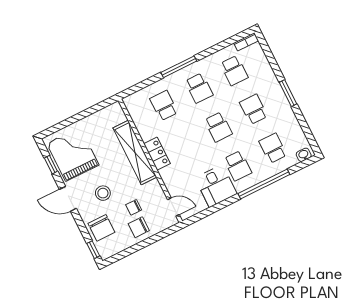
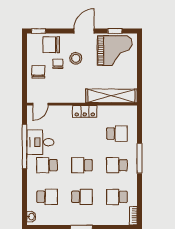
shelving: (135, 153) -> (111, 96), moved
window: (264, 184) -> (24, 147), moved
chair: (134, 207) -> (58, 64), moved

